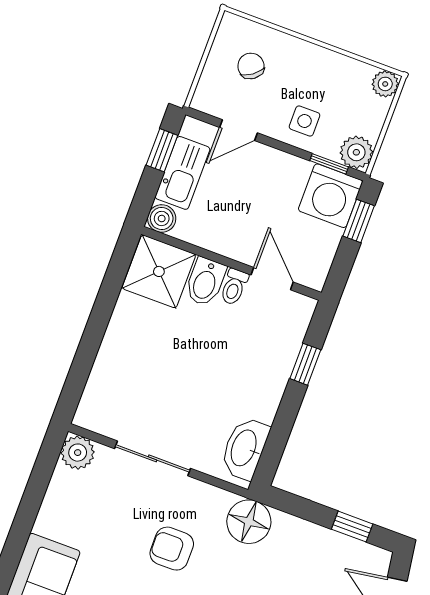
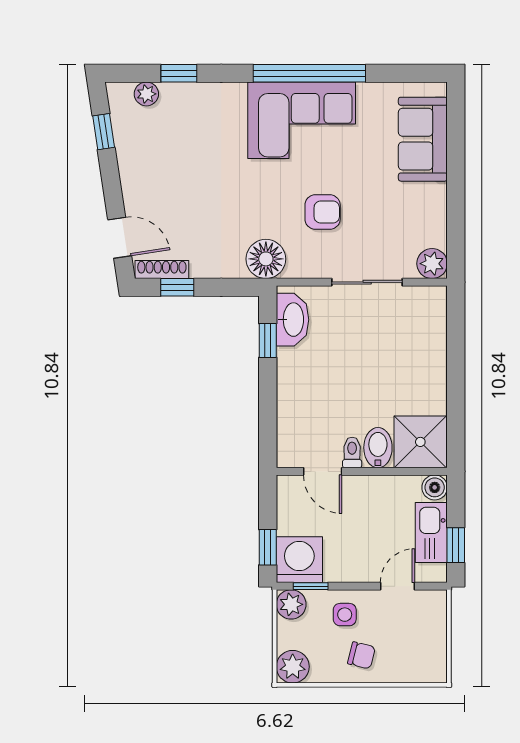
chair: (251, 66) -> (361, 655), moved, turned -40
plant: (385, 84) -> (293, 667), width x1.38, depth x1.38
window: (305, 364) -> (268, 341), moved
shoe rack: (361, 551) -> (162, 270), added

